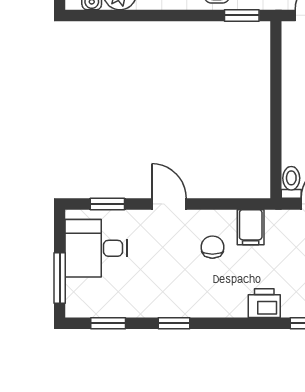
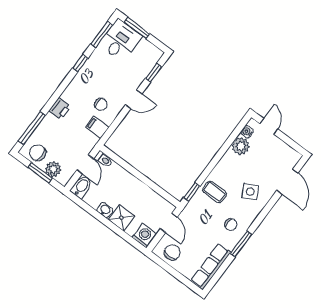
desk: (96, 248) -> (120, 40), moved
window: (108, 323) -> (102, 34), width x1.50

